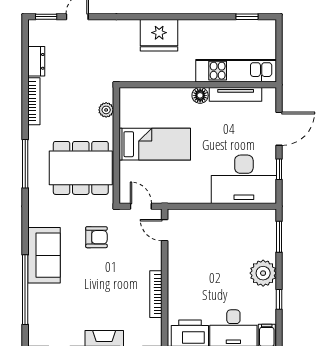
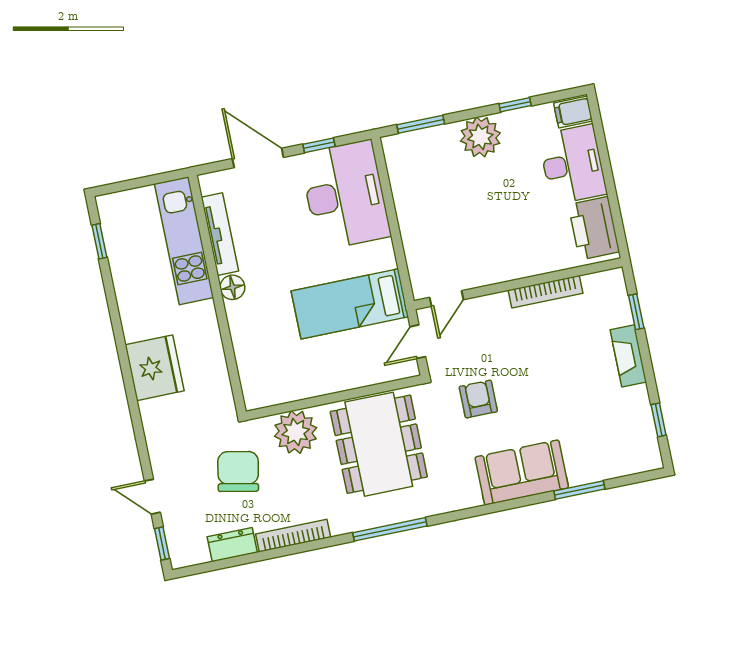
chair: (82, 75) -> (238, 471), added
plant: (106, 110) -> (296, 432), width x1.88, depth x1.88
bed: (155, 144) -> (350, 304), moved, turned -90
window: (25, 290) -> (579, 490), width x0.47

